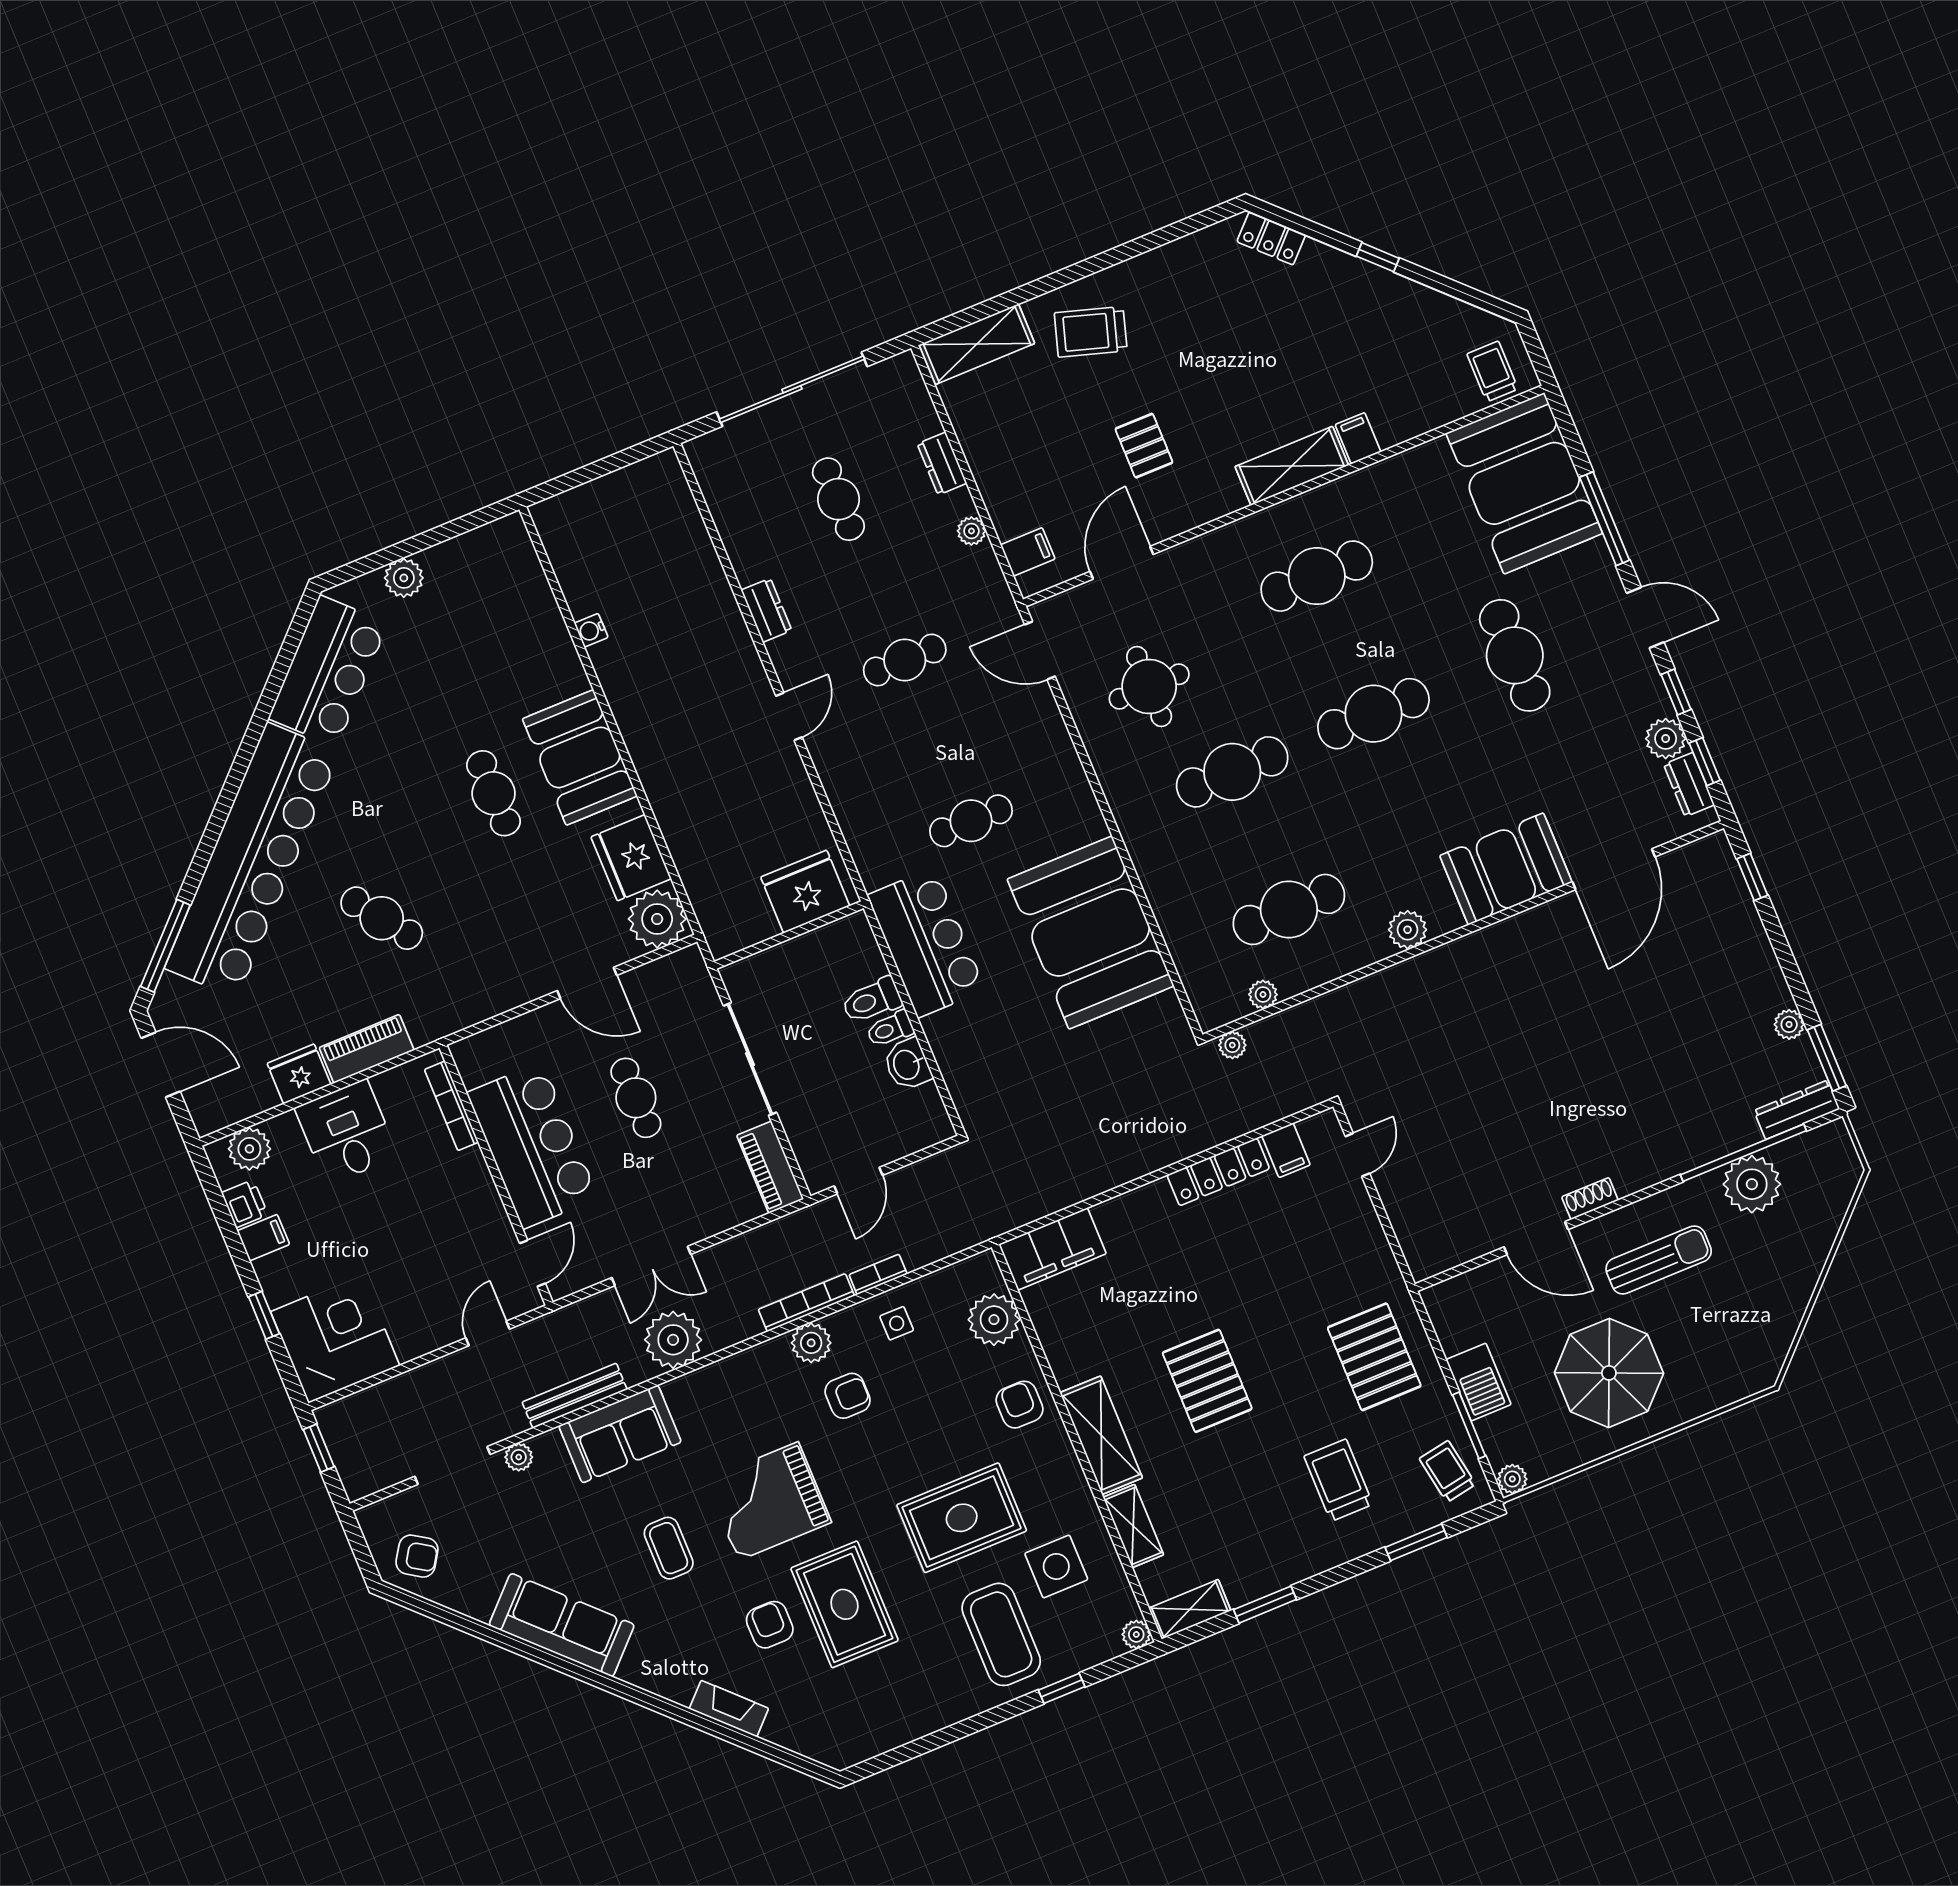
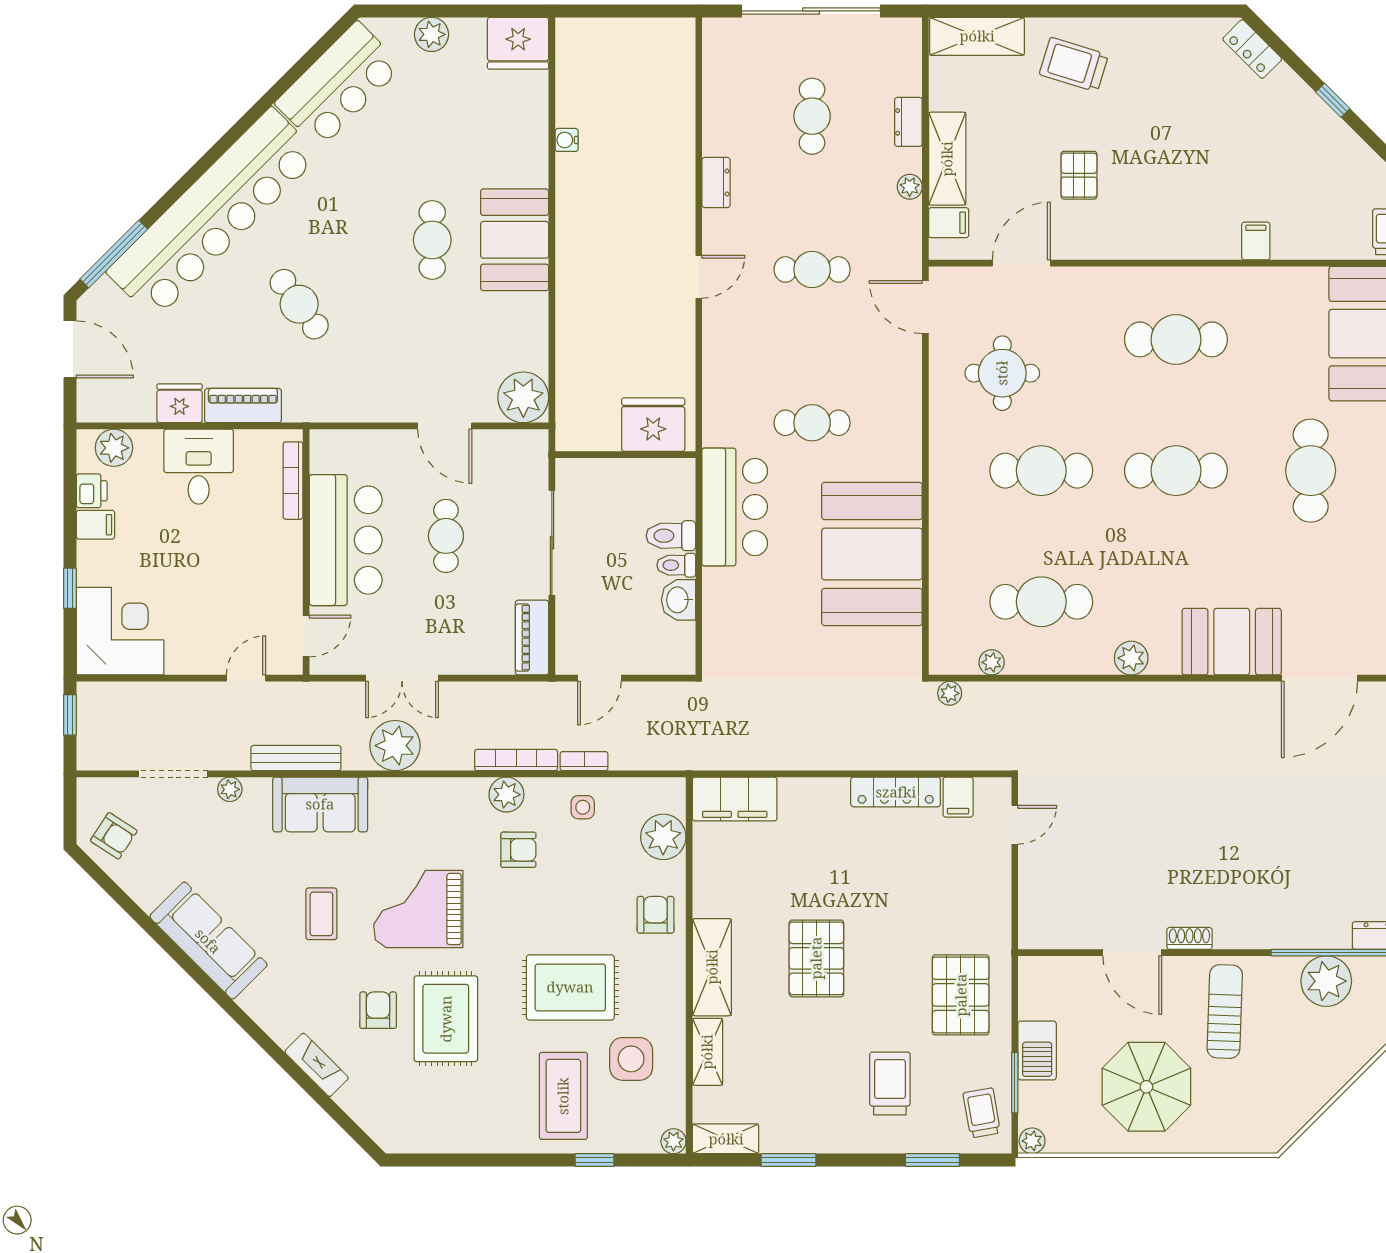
shelving: (1292, 466) -> (947, 159), moved, turned 90
fridge: (631, 858) -> (518, 43), moved, turned -90
sun lounger: (1659, 1260) -> (1225, 1012), turned -88

